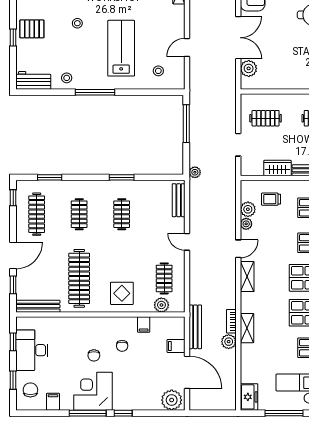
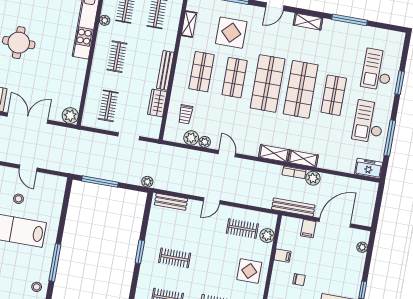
plant: (249, 68) -> (70, 116), moved
stool: (158, 71) -> (18, 199), moved
shelving: (247, 277) -> (274, 153), moved
plant: (172, 400) -> (362, 247), width x0.53, depth x0.53

